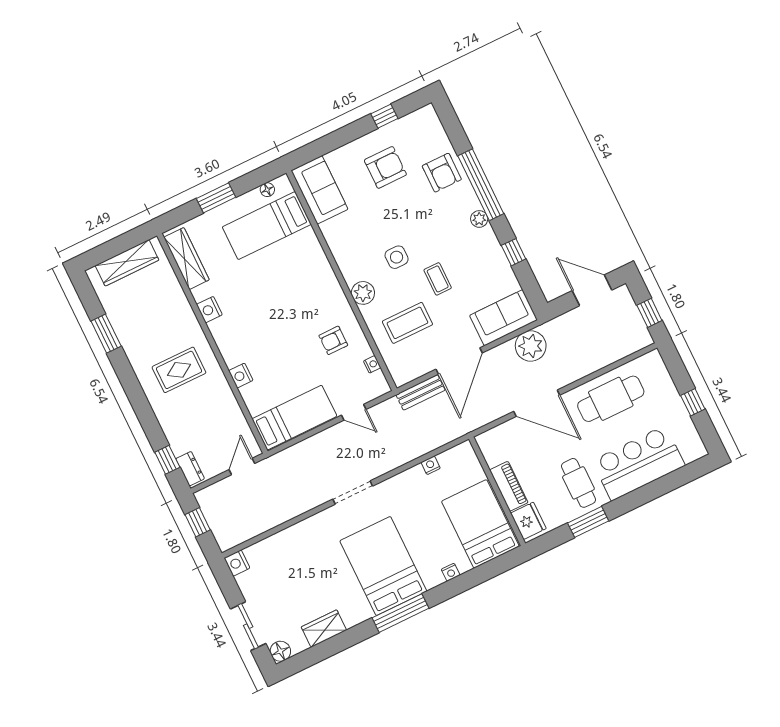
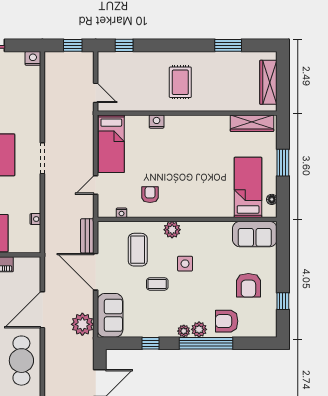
plant: (468, 201) -> (199, 329), added
nightstand: (209, 310) -> (211, 122), removed
dresser: (190, 469) -> (111, 58), removed

